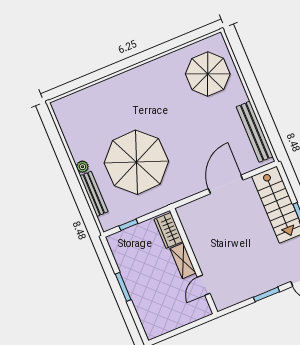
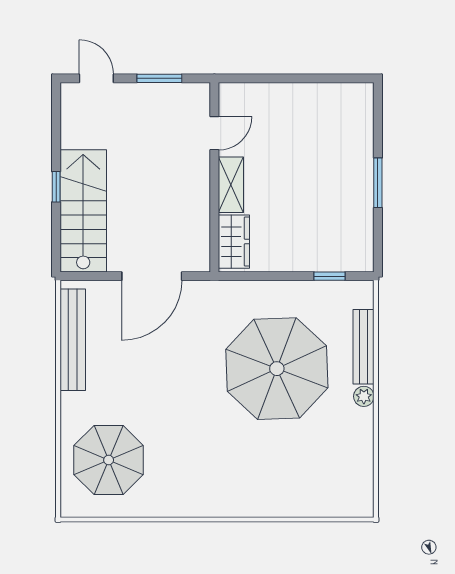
wardrobe: (168, 230) -> (234, 242), moved
shelving: (183, 261) -> (231, 185), moved
wall: (194, 261) -> (214, 177), moved
door: (204, 285) -> (214, 133), moved

